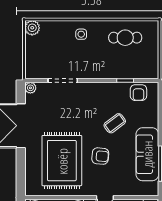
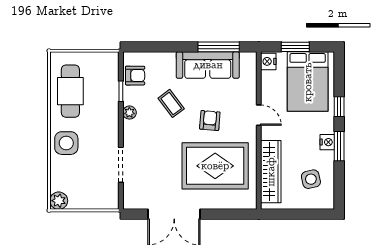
side table: (81, 34) -> (66, 143), width x1.87, depth x1.87
cafe table: (125, 38) -> (70, 91), width x1.37, depth x1.35
plant: (30, 88) -> (129, 113), moved

